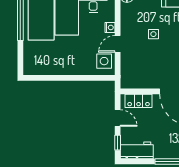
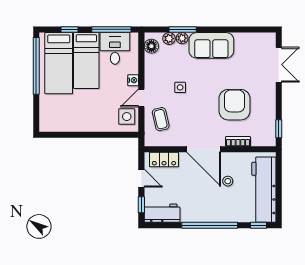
coffee table: (135, 63) -> (161, 119), added

